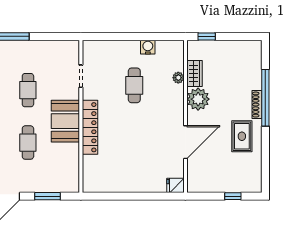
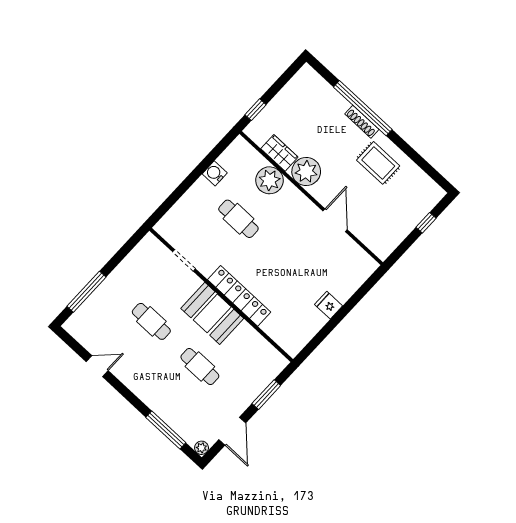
plant: (178, 78) -> (270, 180), width x1.87, depth x1.87
door: (185, 142) -> (335, 220), width x0.73
fridge: (175, 185) -> (329, 305), moved, turned 90

